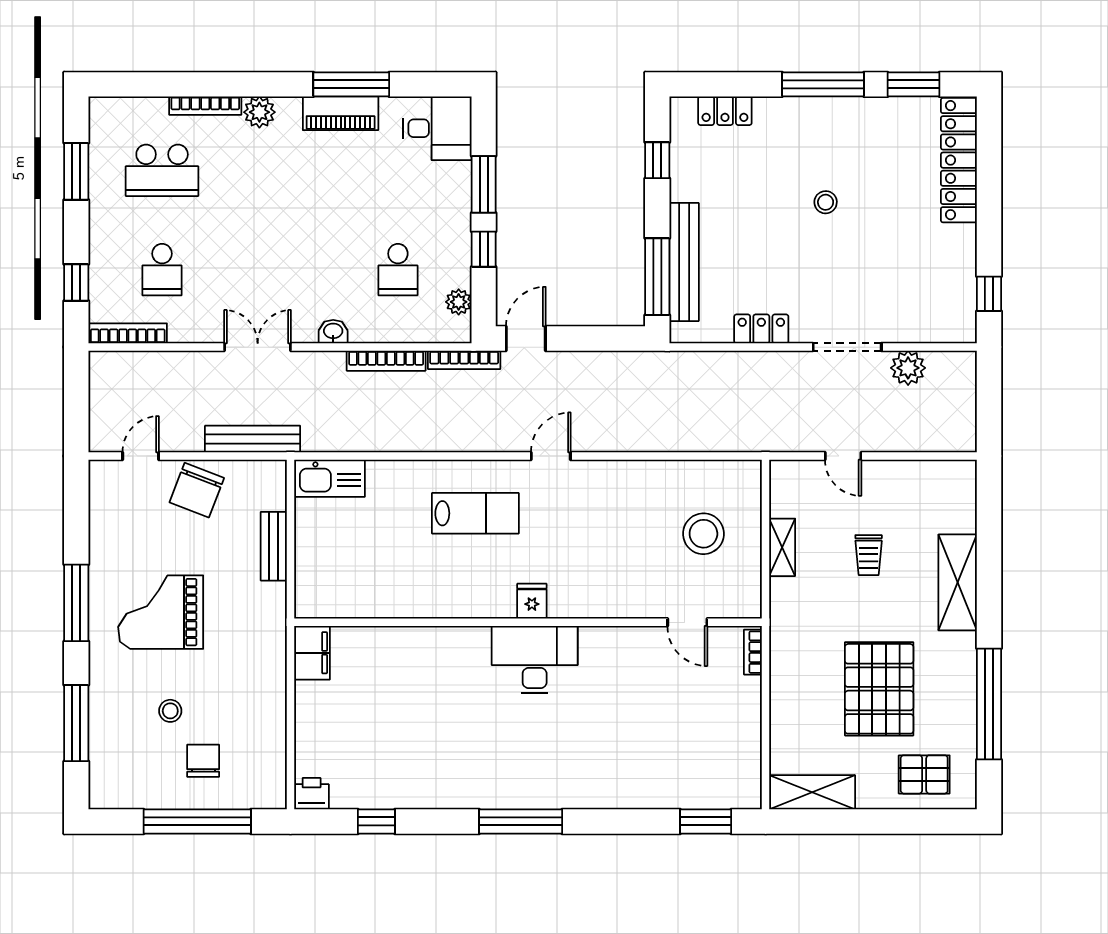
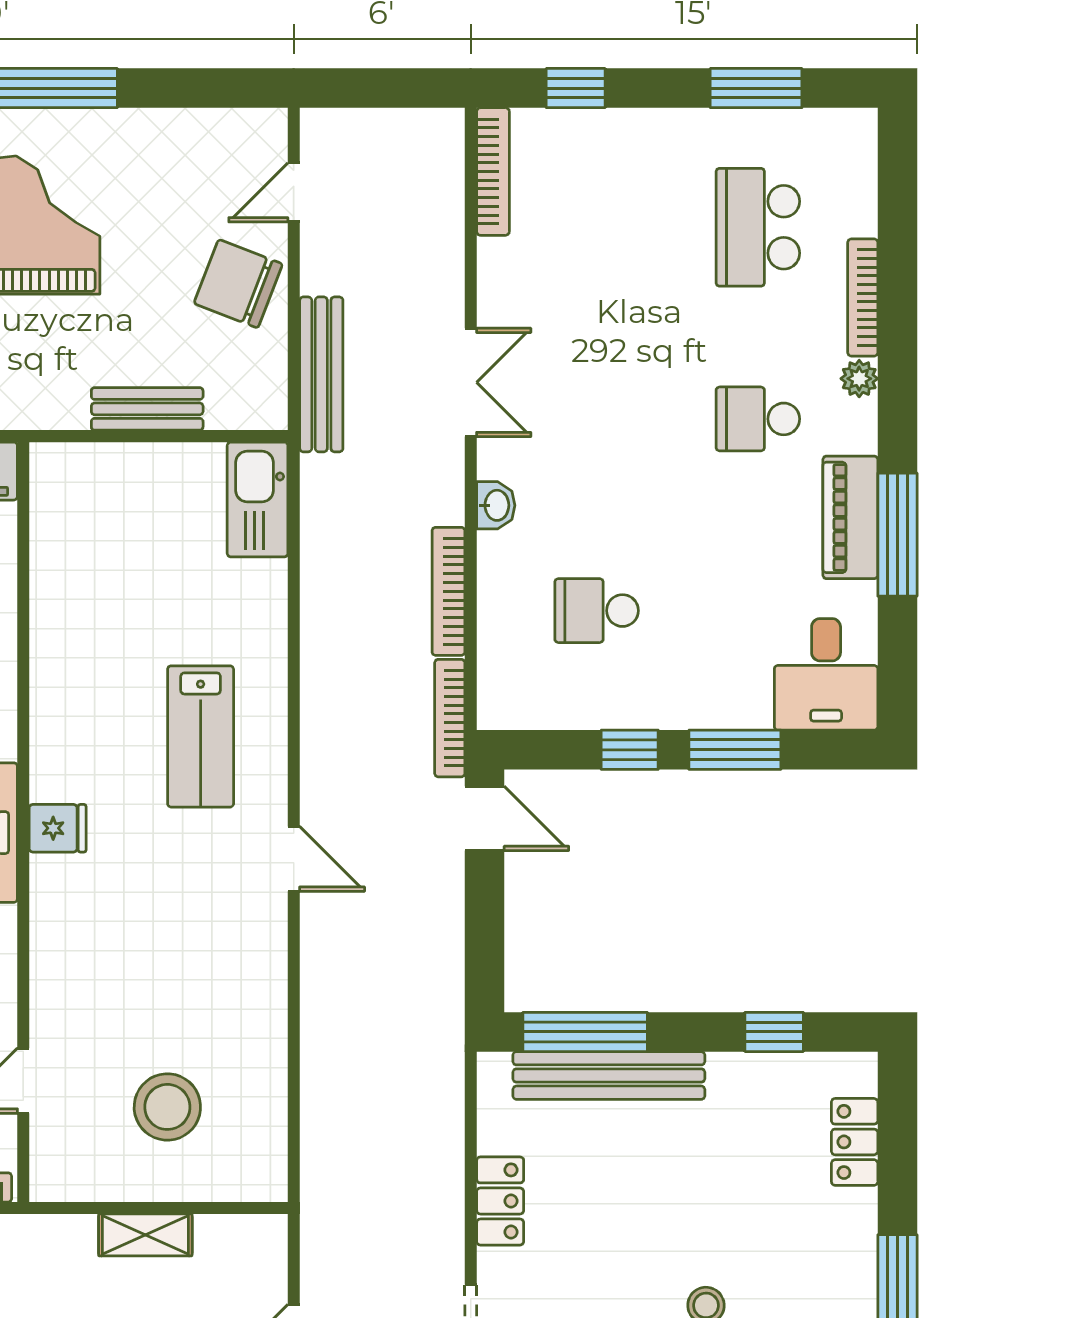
plant: (259, 112) -> (859, 379), width x0.73, depth x0.73
school desk: (162, 270) -> (758, 419), moved
plant: (459, 302) -> (544, 709), removed
door: (141, 456) -> (294, 192), swing flipped

